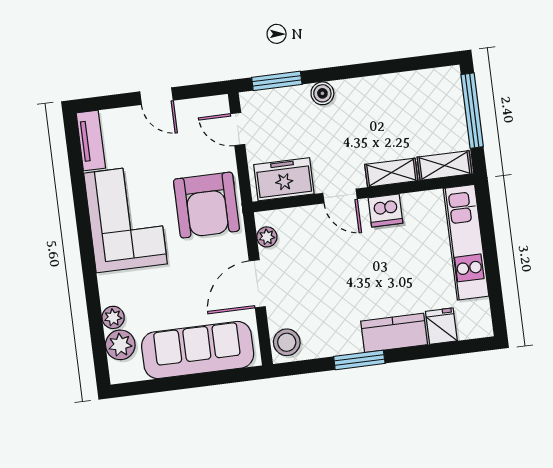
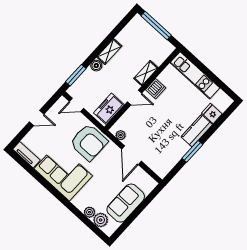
shelving: (445, 165) -> (109, 52), moved
stool: (287, 342) -> (160, 167), removed
sofa: (198, 350) -> (126, 203), width x0.73

